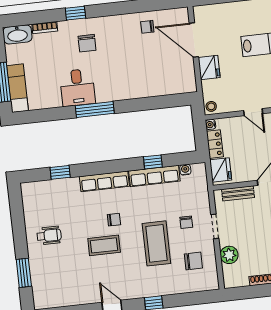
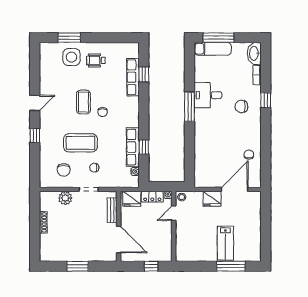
door: (253, 112) -> (174, 213), moved
row of seats: (104, 181) -> (133, 77), moved
wheelchair: (49, 236) -> (96, 60), turned 90
side table: (48, 267) -> (71, 57), added

